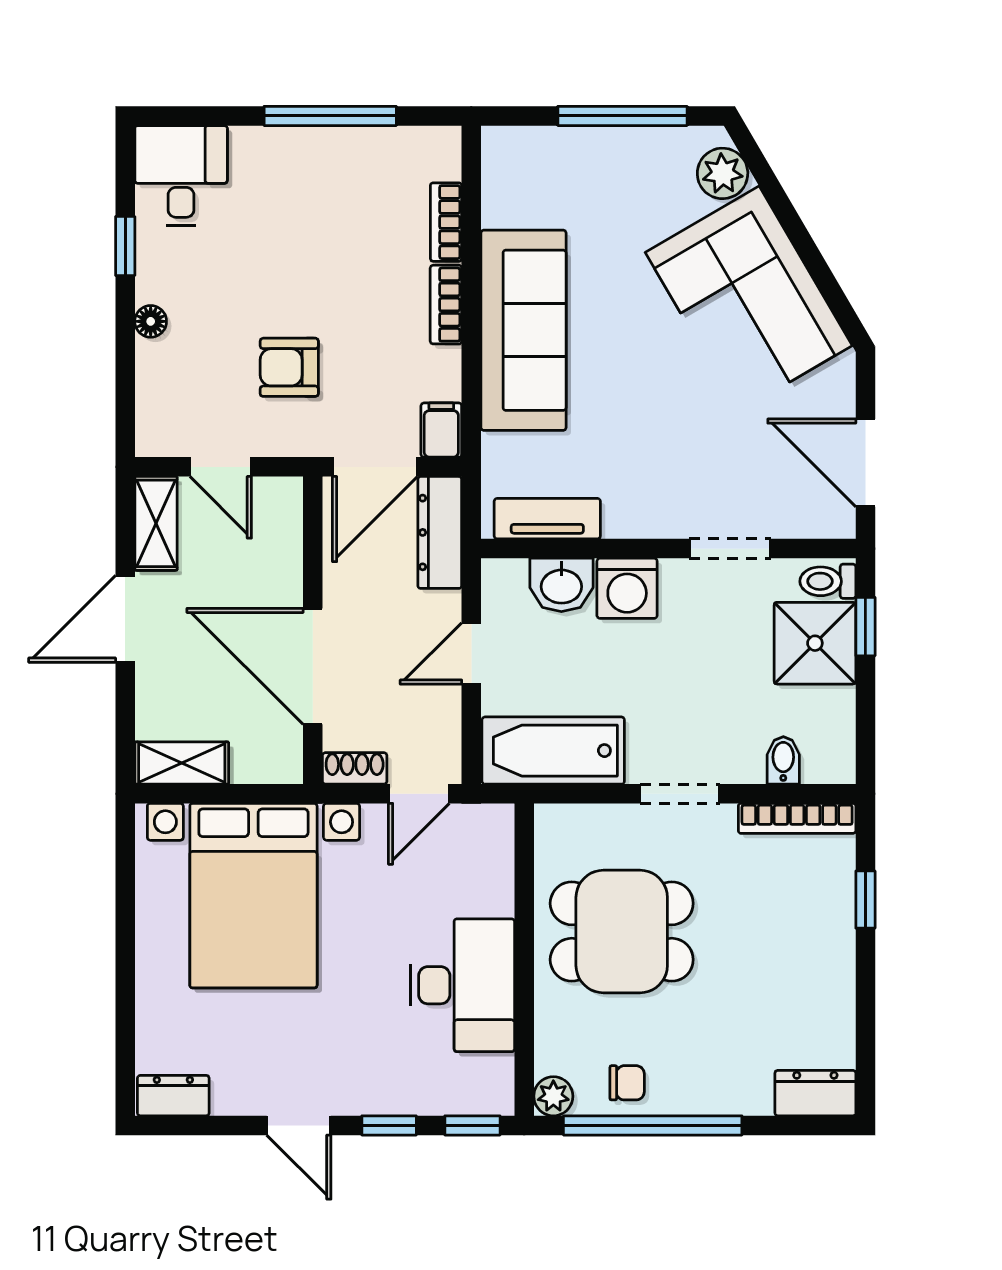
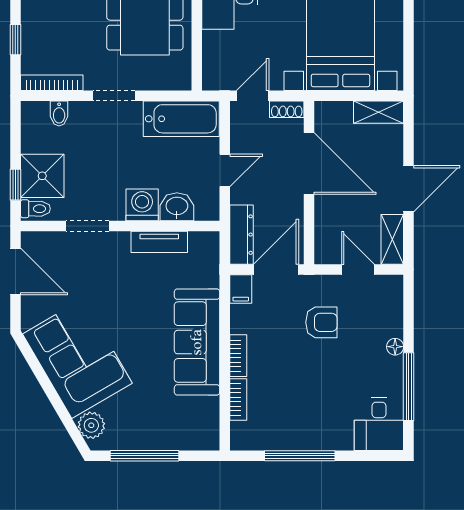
window: (125, 246) -> (409, 387), width x2.17
tv unit: (547, 519) -> (159, 242), moved

